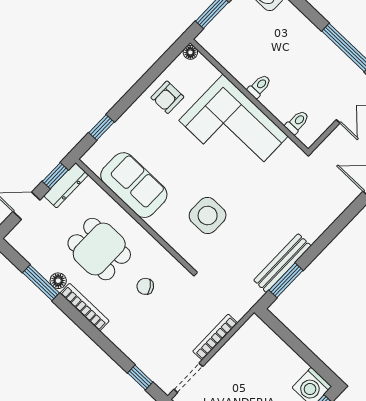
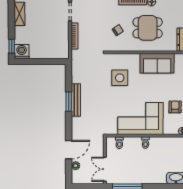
bench: (282, 263) -> (76, 100), moved
window: (286, 280) -> (69, 102), moved

